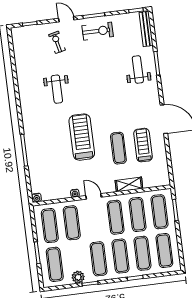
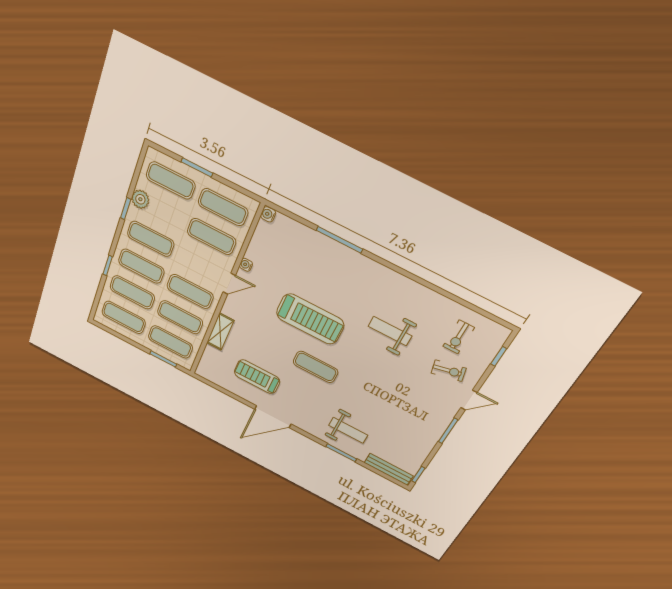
exercise bike: (98, 31) -> (459, 337), moved, width x0.73, depth x0.72
treadmill: (143, 145) -> (257, 377), turned 180
exercise mat: (118, 148) -> (316, 367), moved

